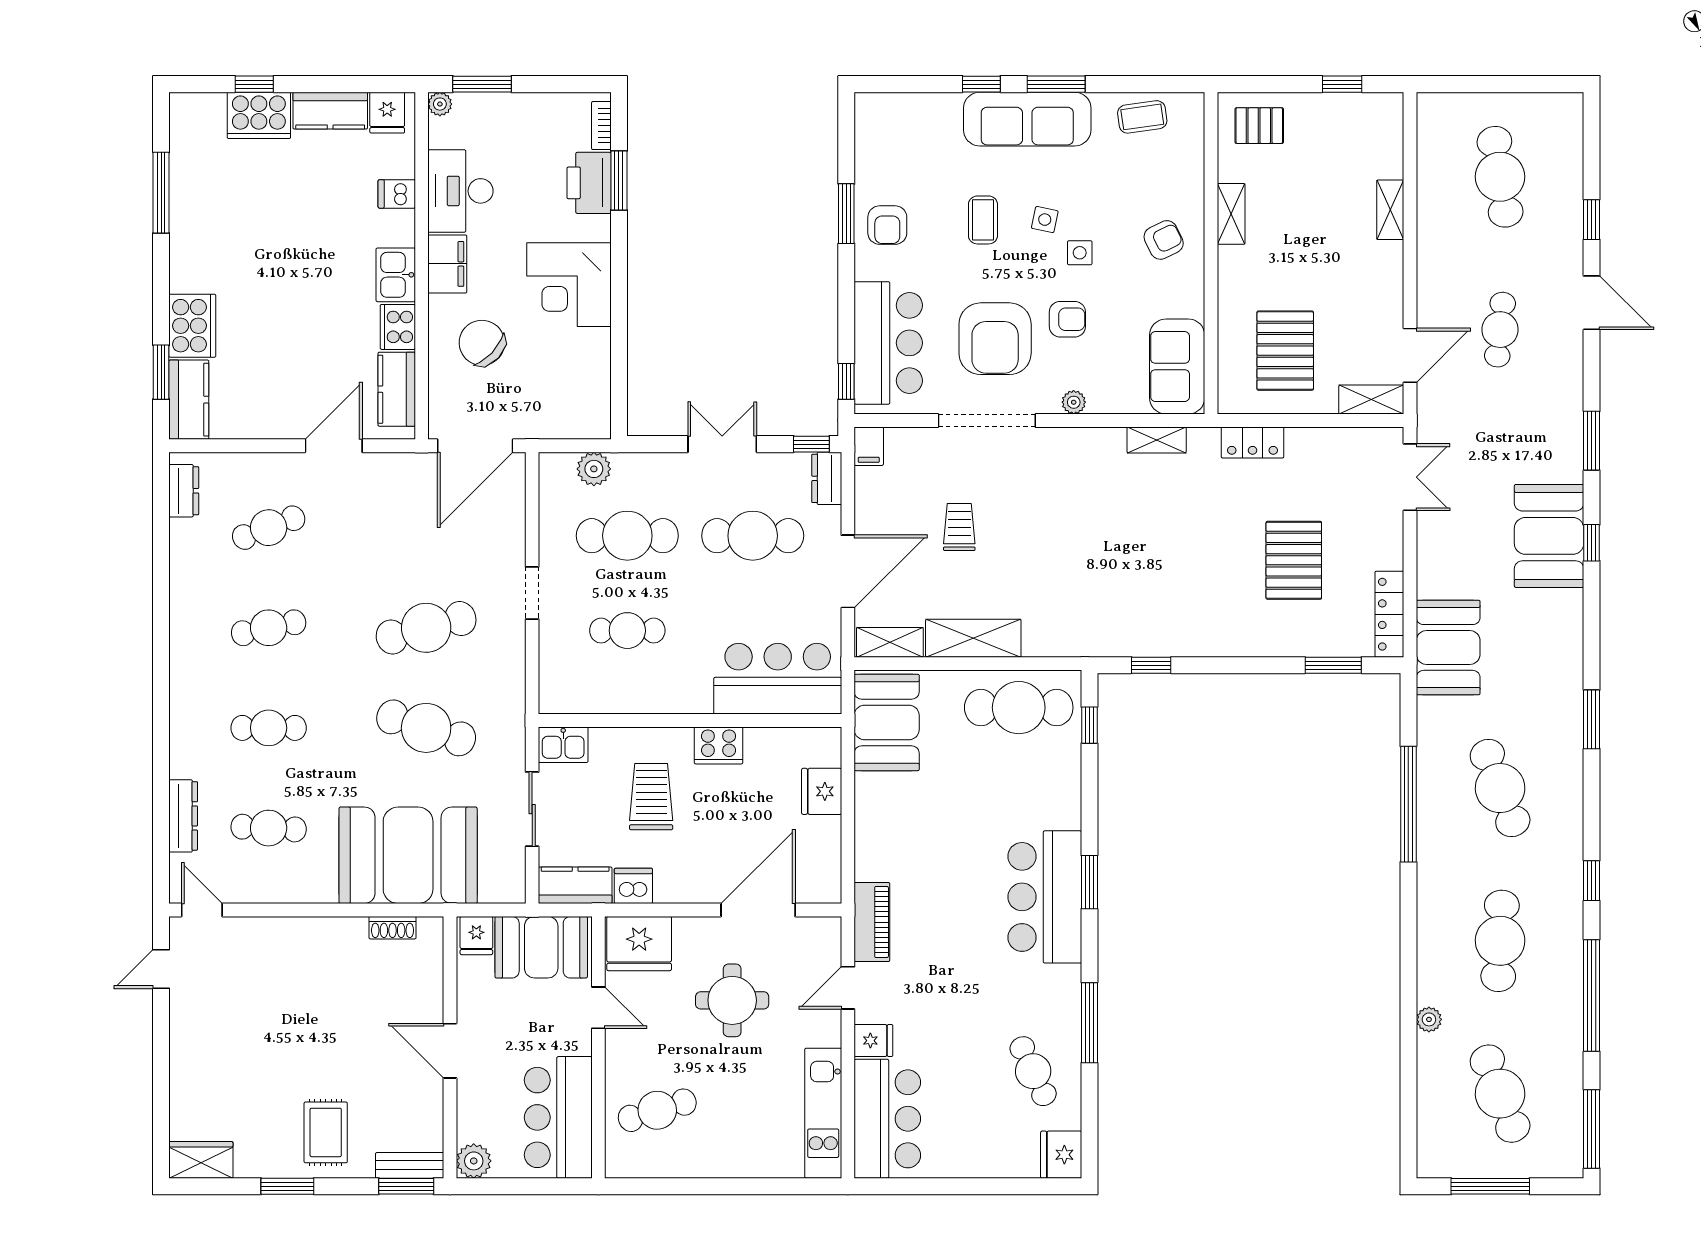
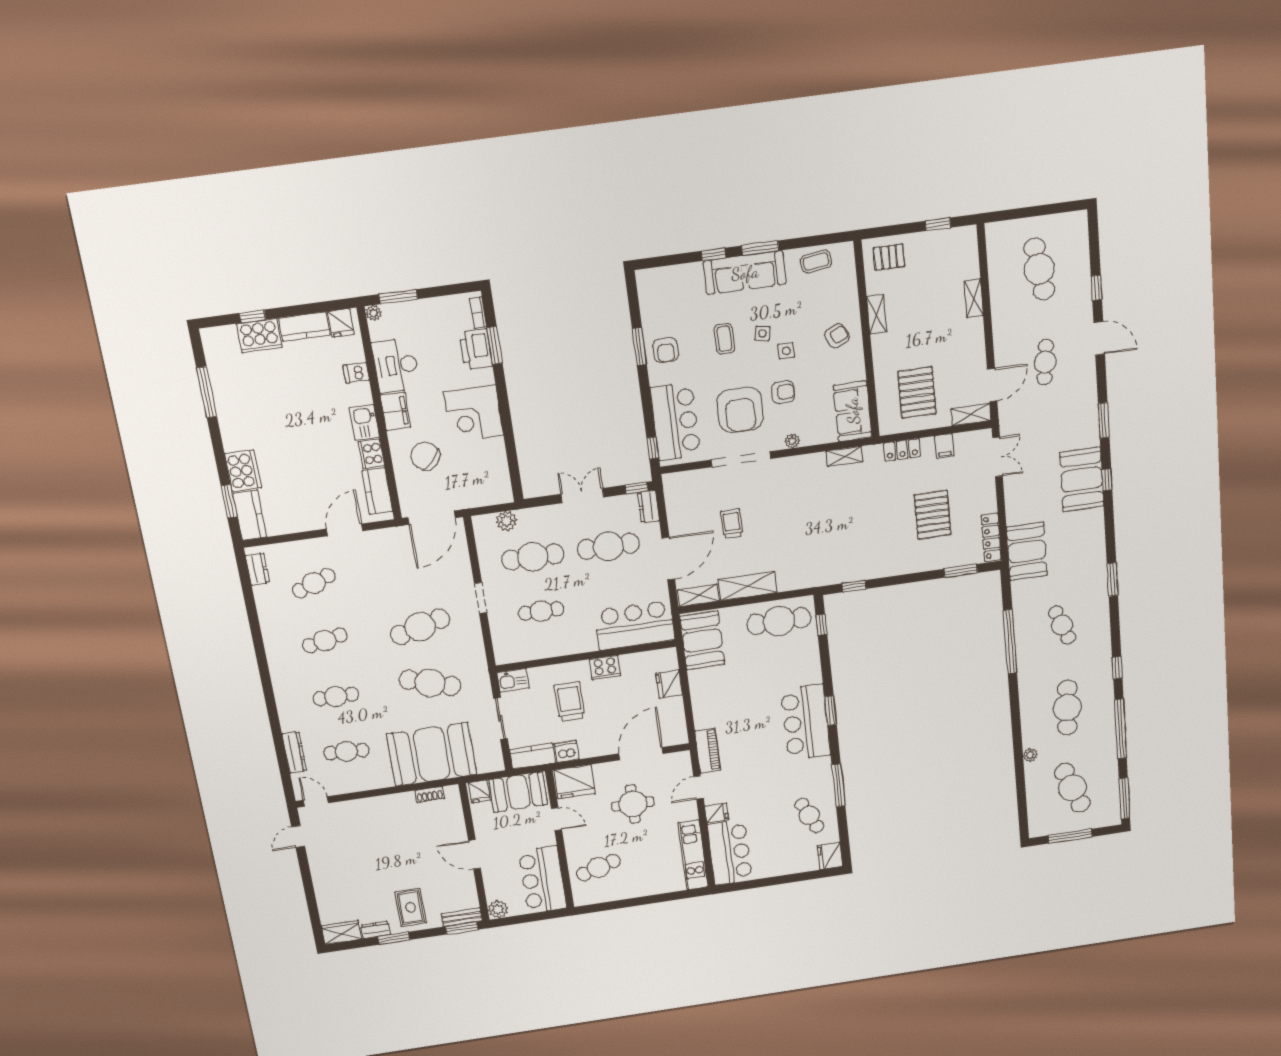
filing cabinet: (869, 446) -> (944, 446), moved
cafe table: (1500, 788) -> (1062, 625), width x0.73, depth x0.74
dresser: (259, 1165) -> (376, 930), added

